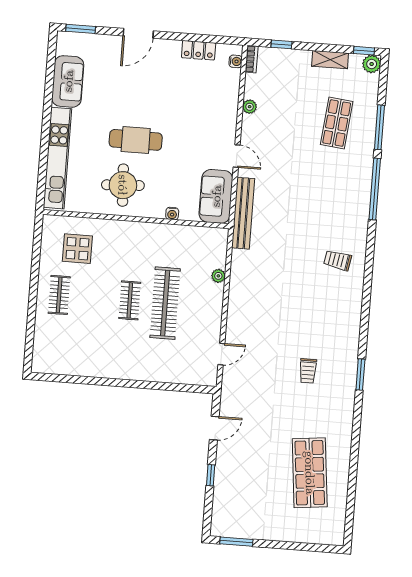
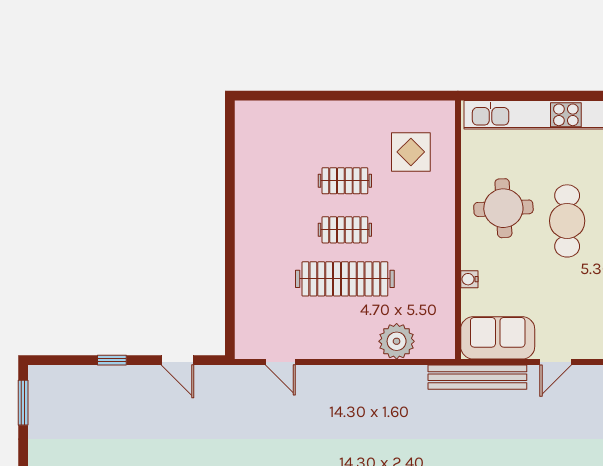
plant: (218, 276) -> (397, 341), width x1.88, depth x1.88
clothes rail: (59, 295) -> (345, 181), moved

